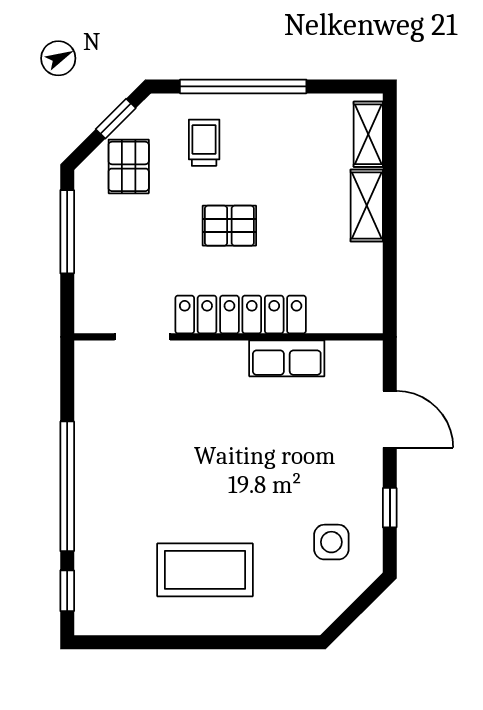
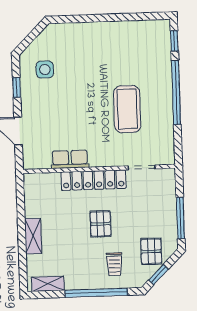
shelving: (368, 134) -> (48, 284), moved, turned 90
pallet: (229, 226) -> (101, 224), turned 90
coffee table: (205, 570) -> (127, 109), moved, turned 90

